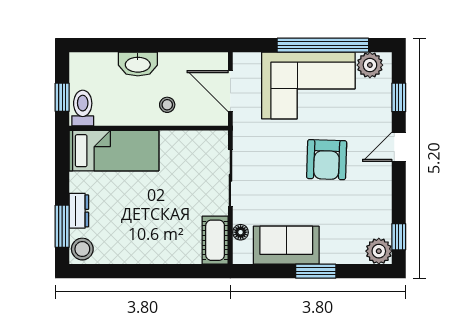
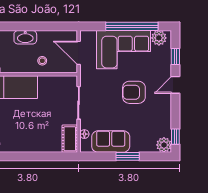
armchair: (327, 160) -> (134, 92), turned 88

